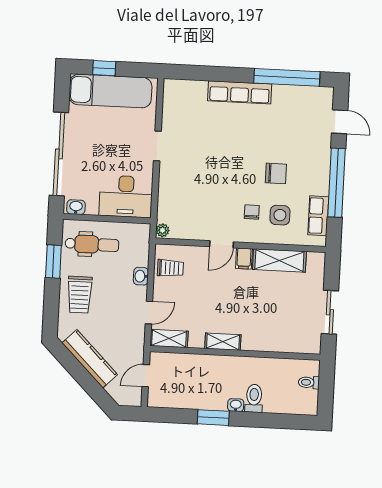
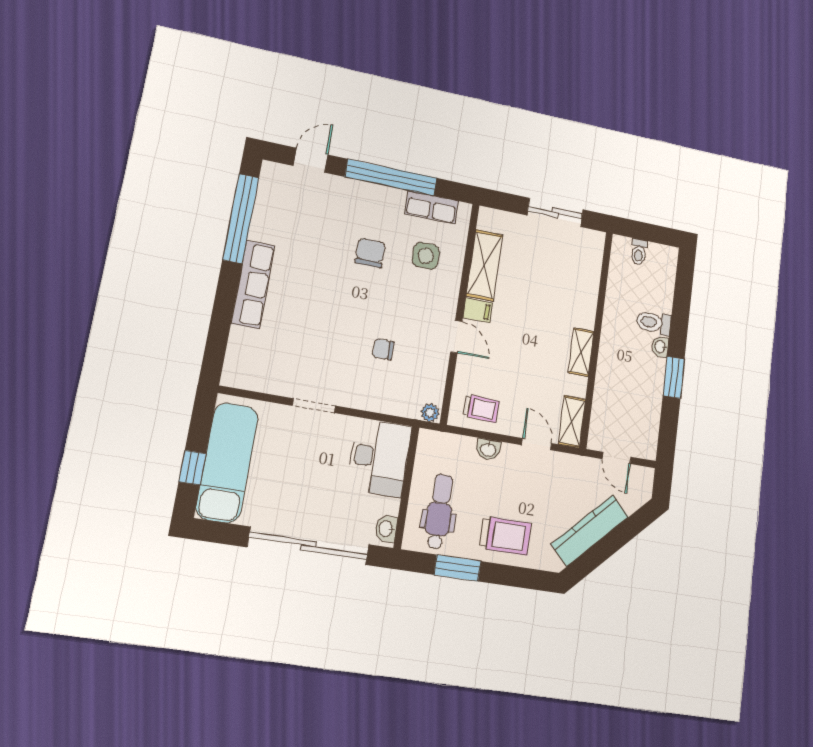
chair: (252, 212) -> (383, 349), moved
trolley: (170, 268) -> (481, 408), turned 93

